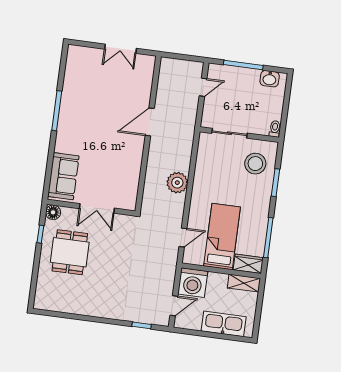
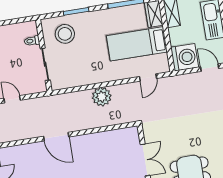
toilet: (275, 129) -> (32, 41), moved
door: (183, 237) -> (148, 78), swing flipped

